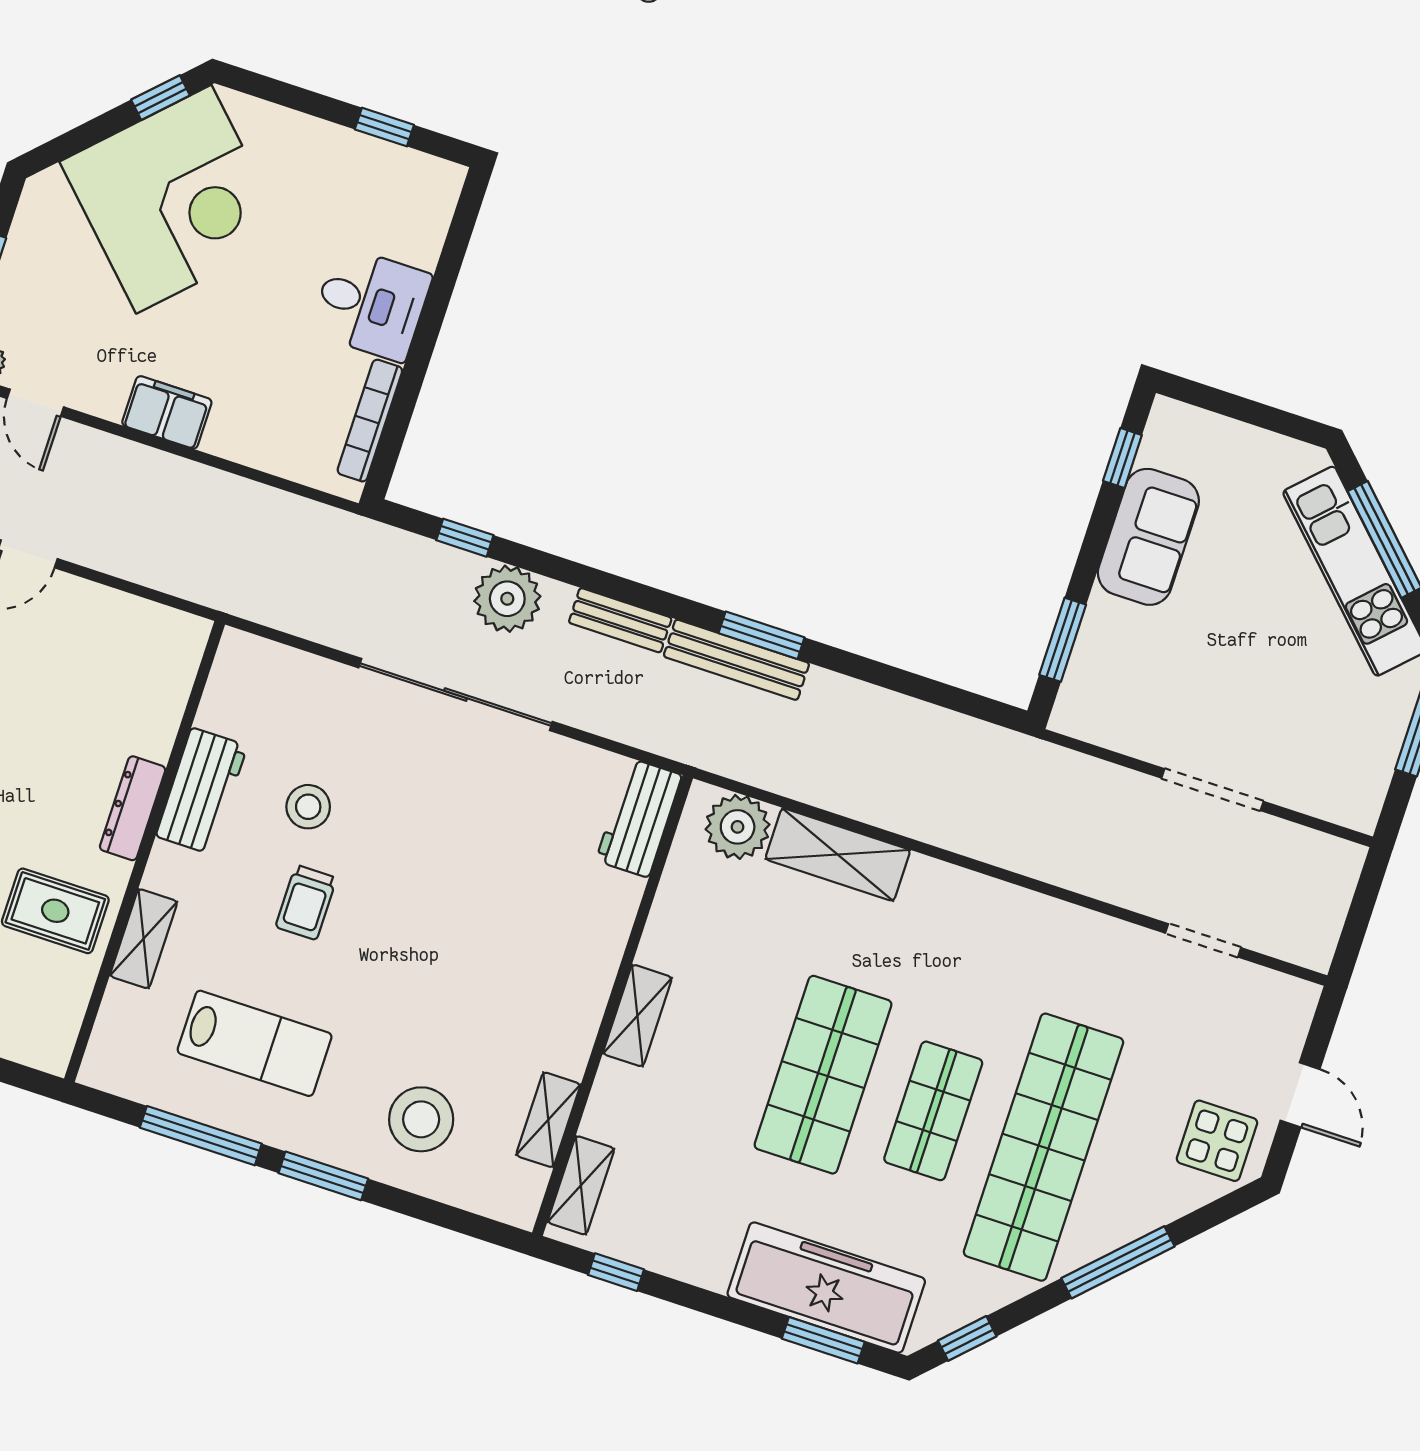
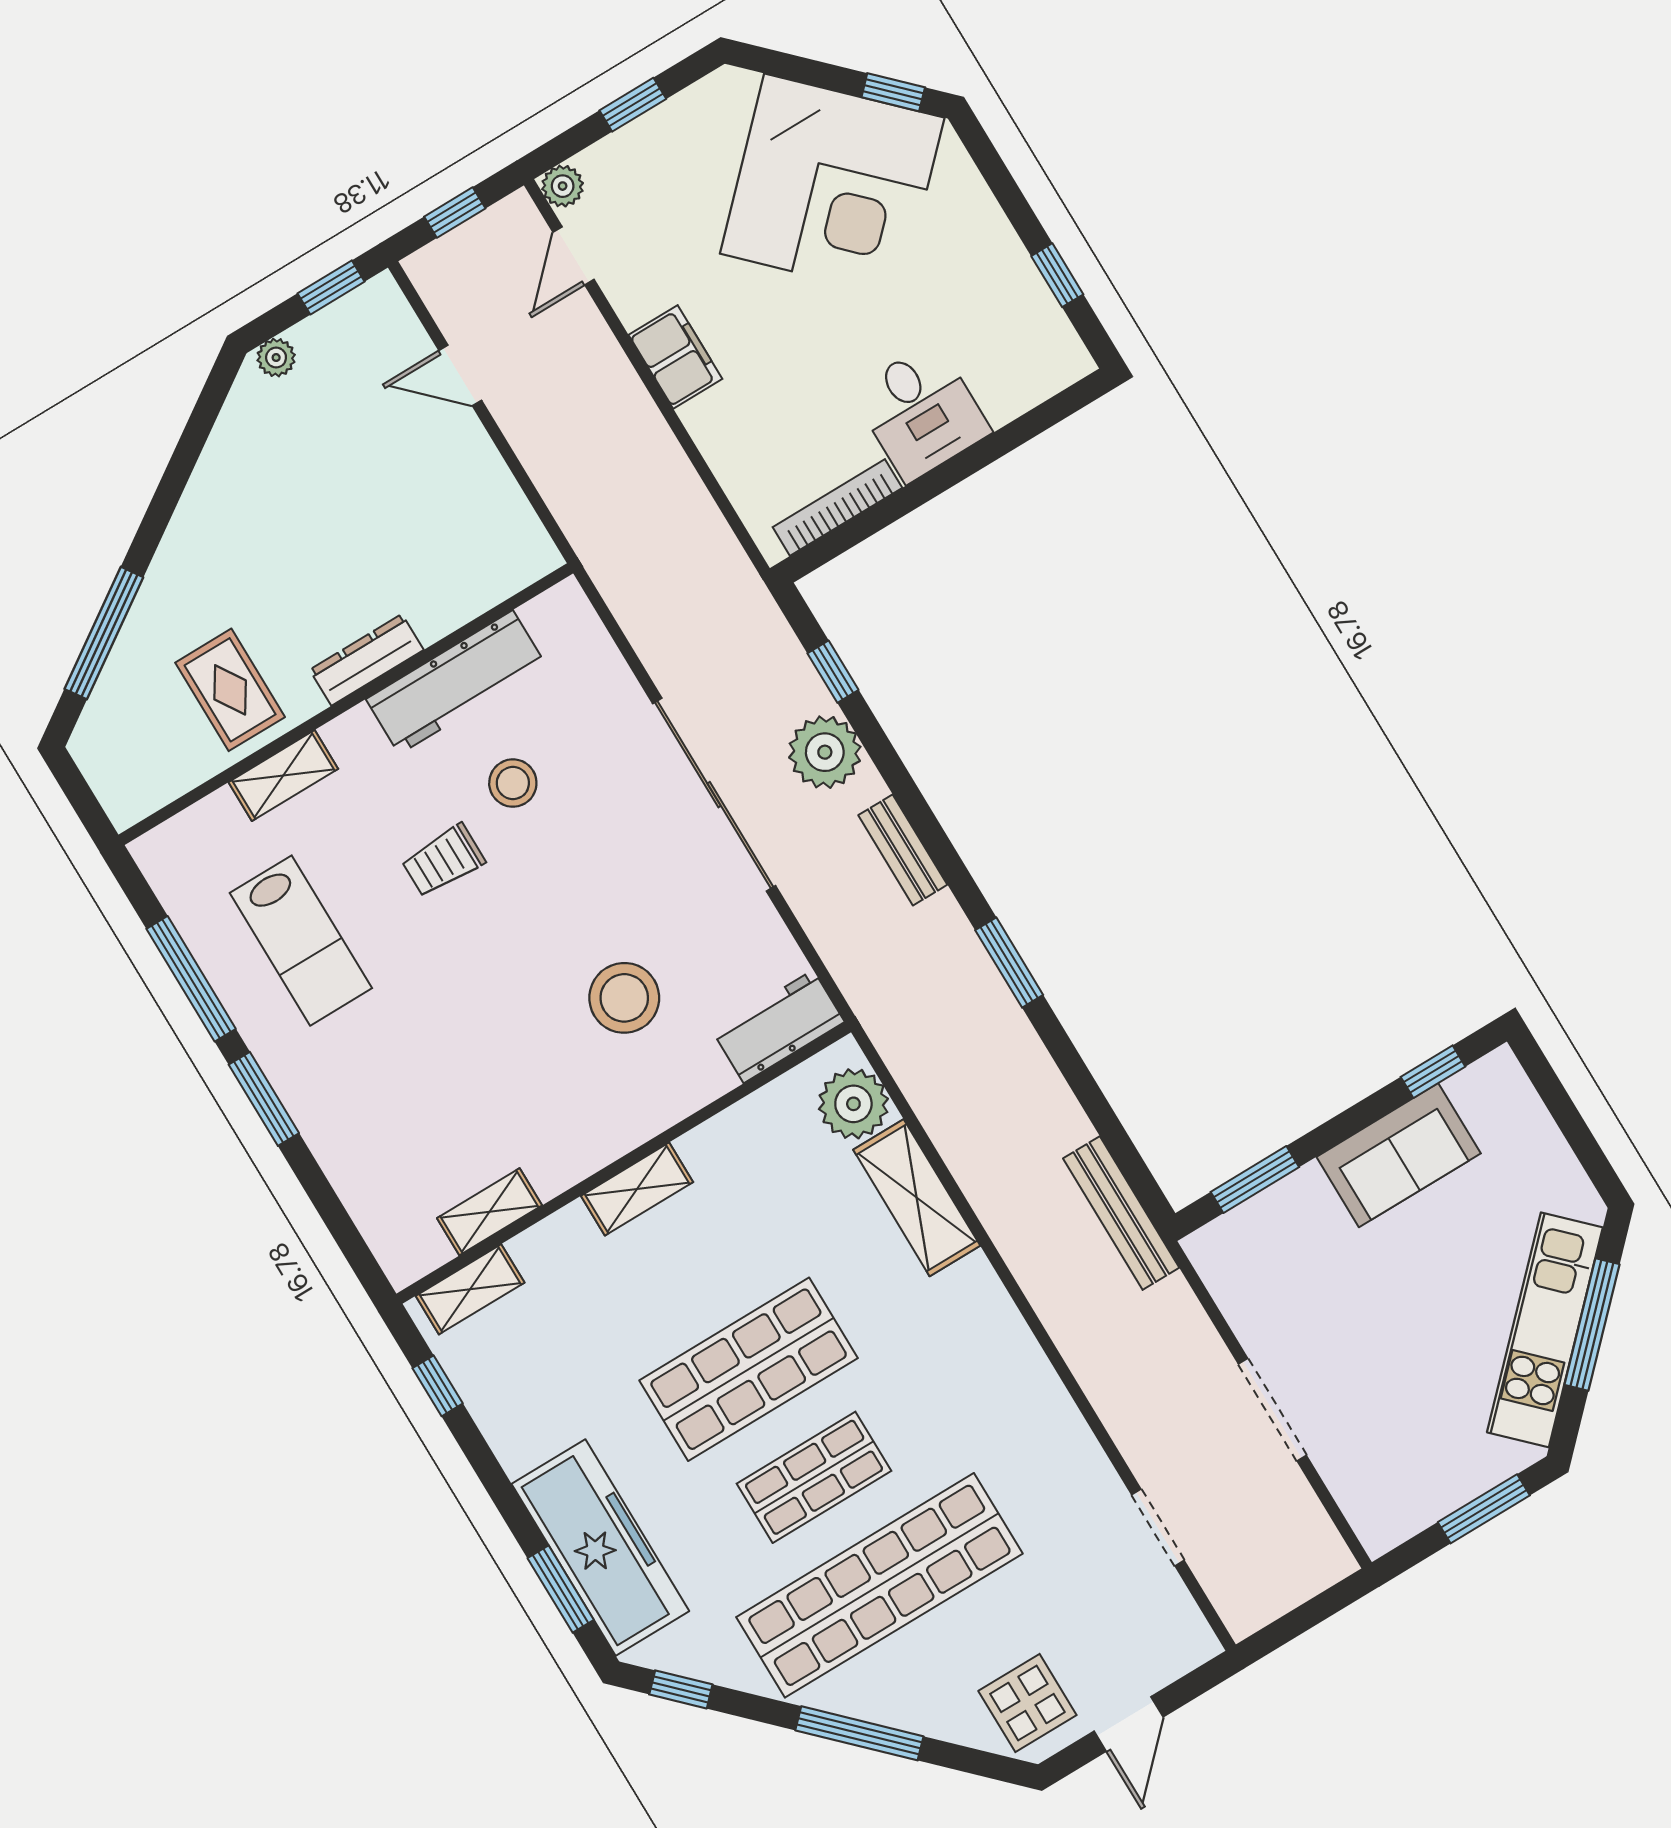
bench: (736, 660) -> (1121, 1213), moved
workbench: (202, 791) -> (456, 682), width x1.38
stool: (421, 1119) -> (624, 998), moved

